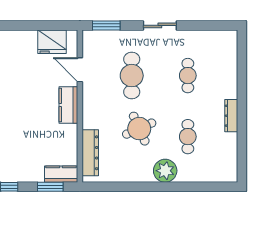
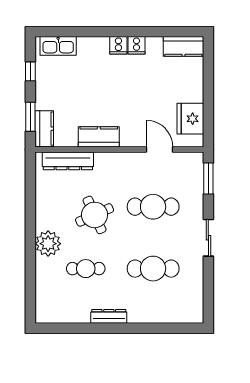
door: (80, 70) -> (160, 149), hinge flipped
cafe table: (188, 76) -> (153, 269), width x1.37, depth x1.35
kitchen counter: (68, 105) -> (99, 137), moved

